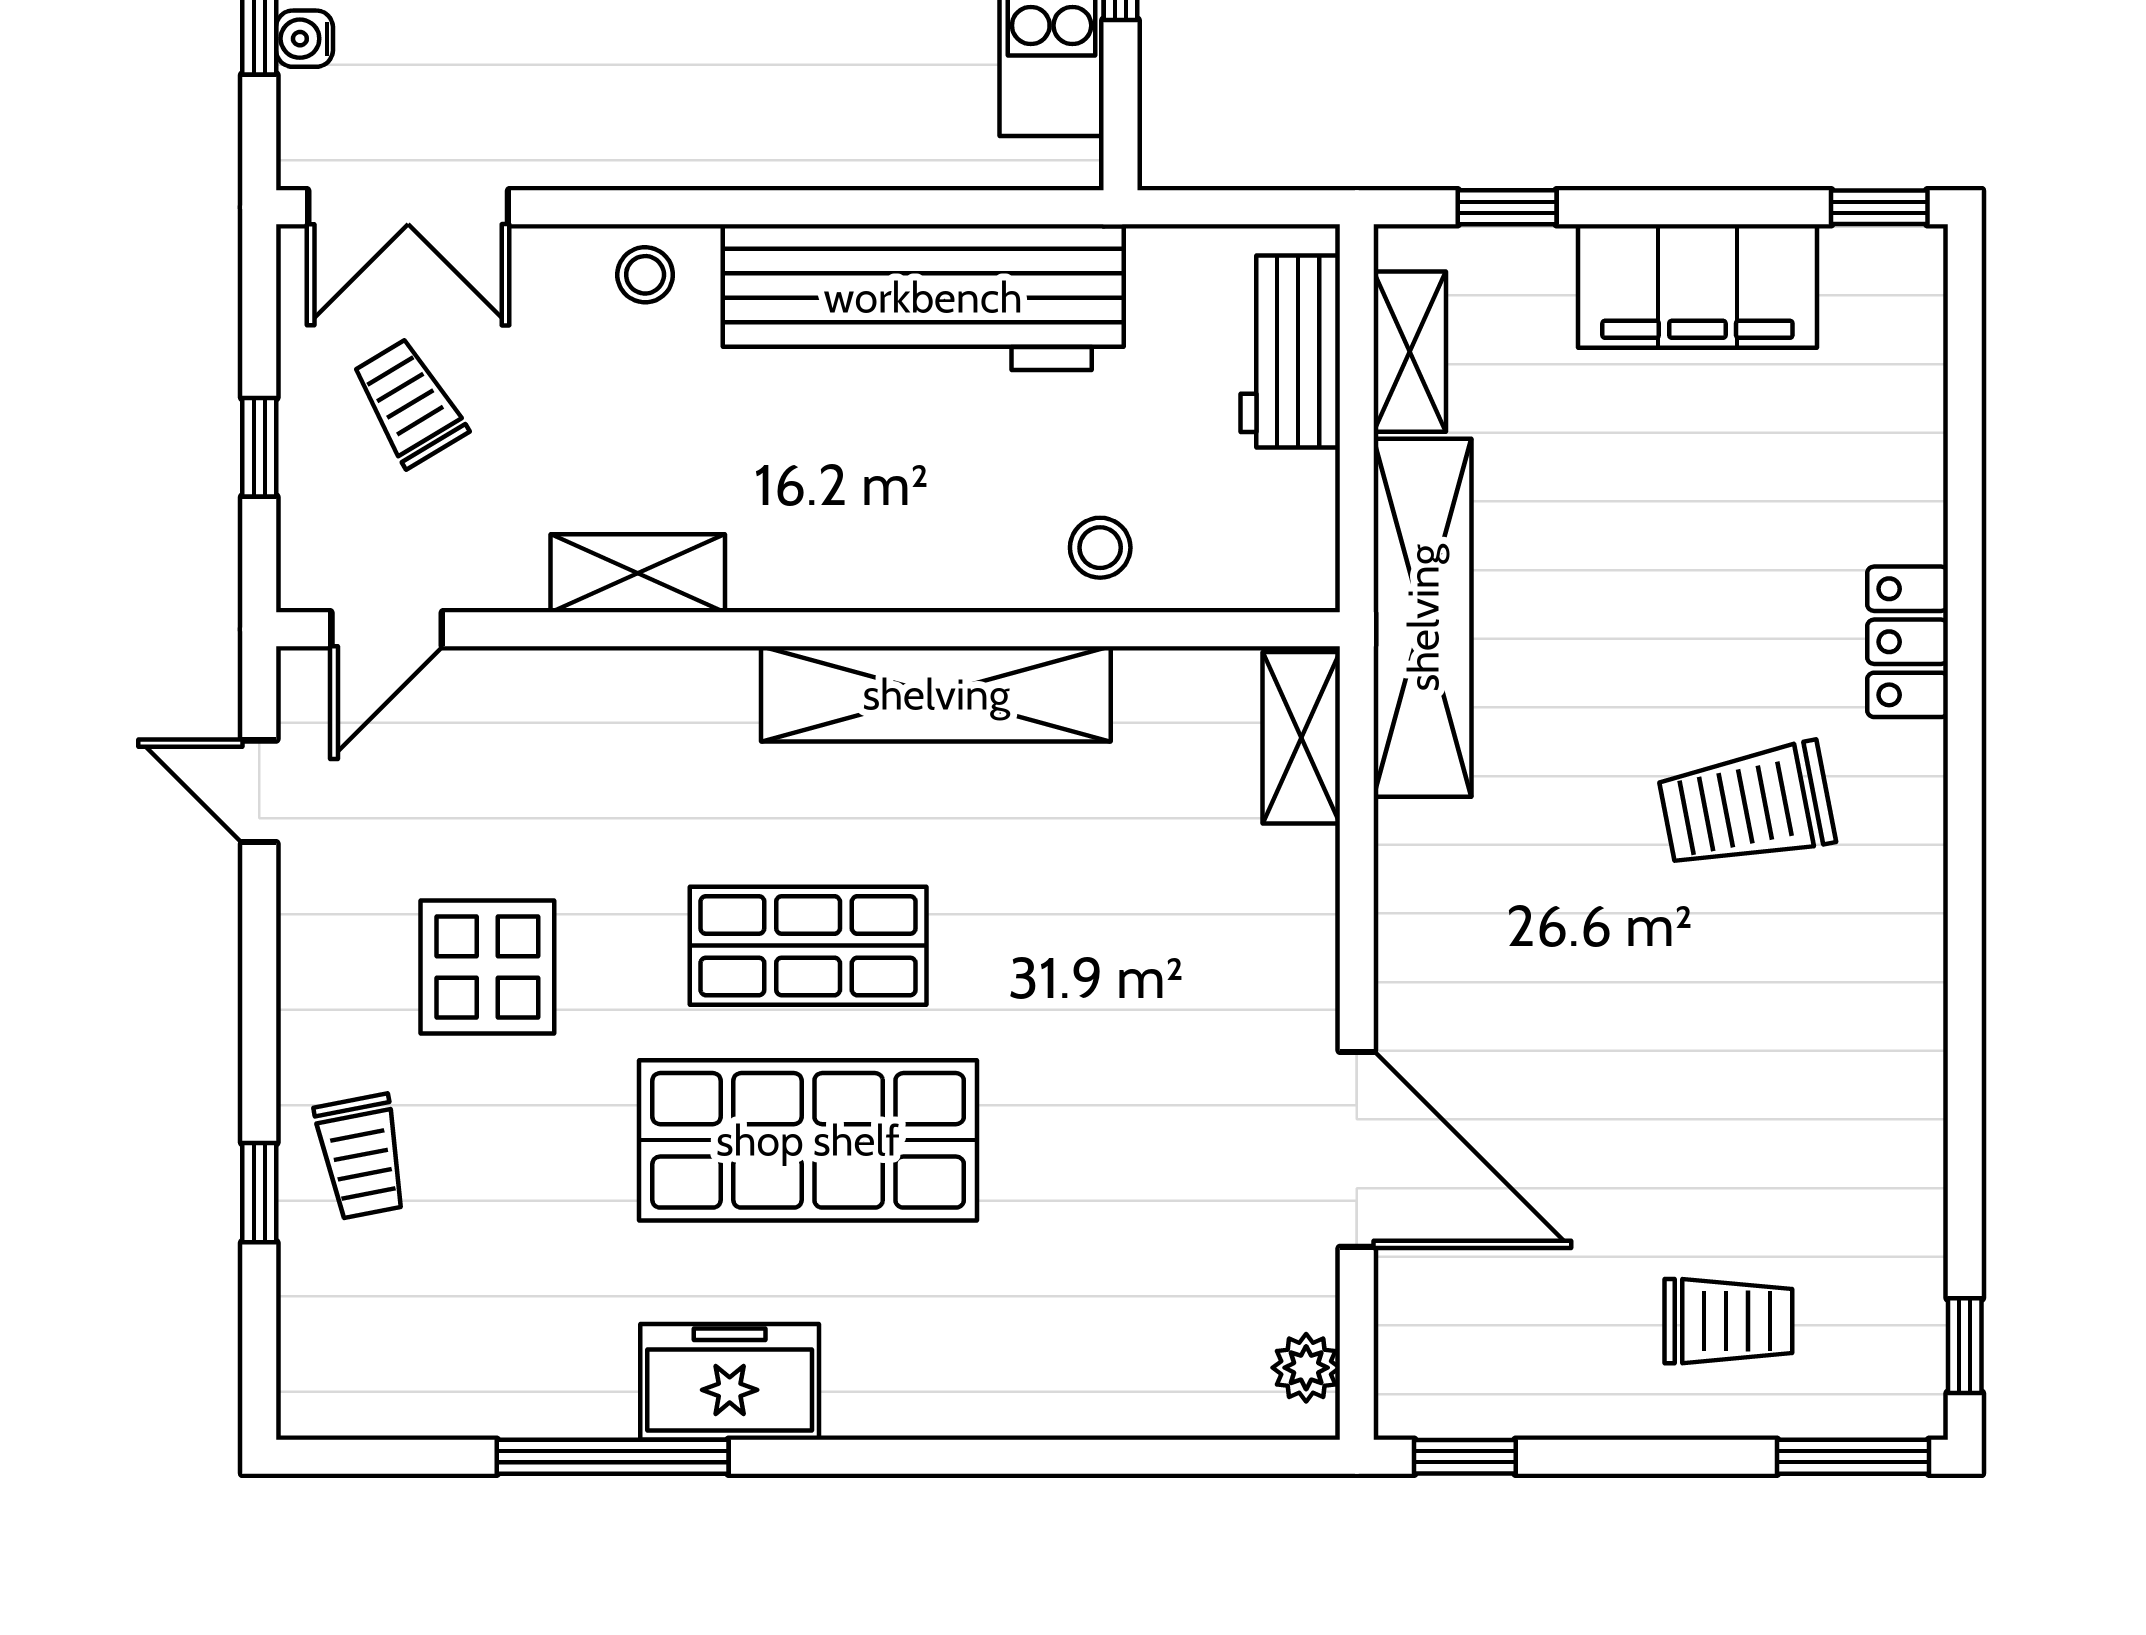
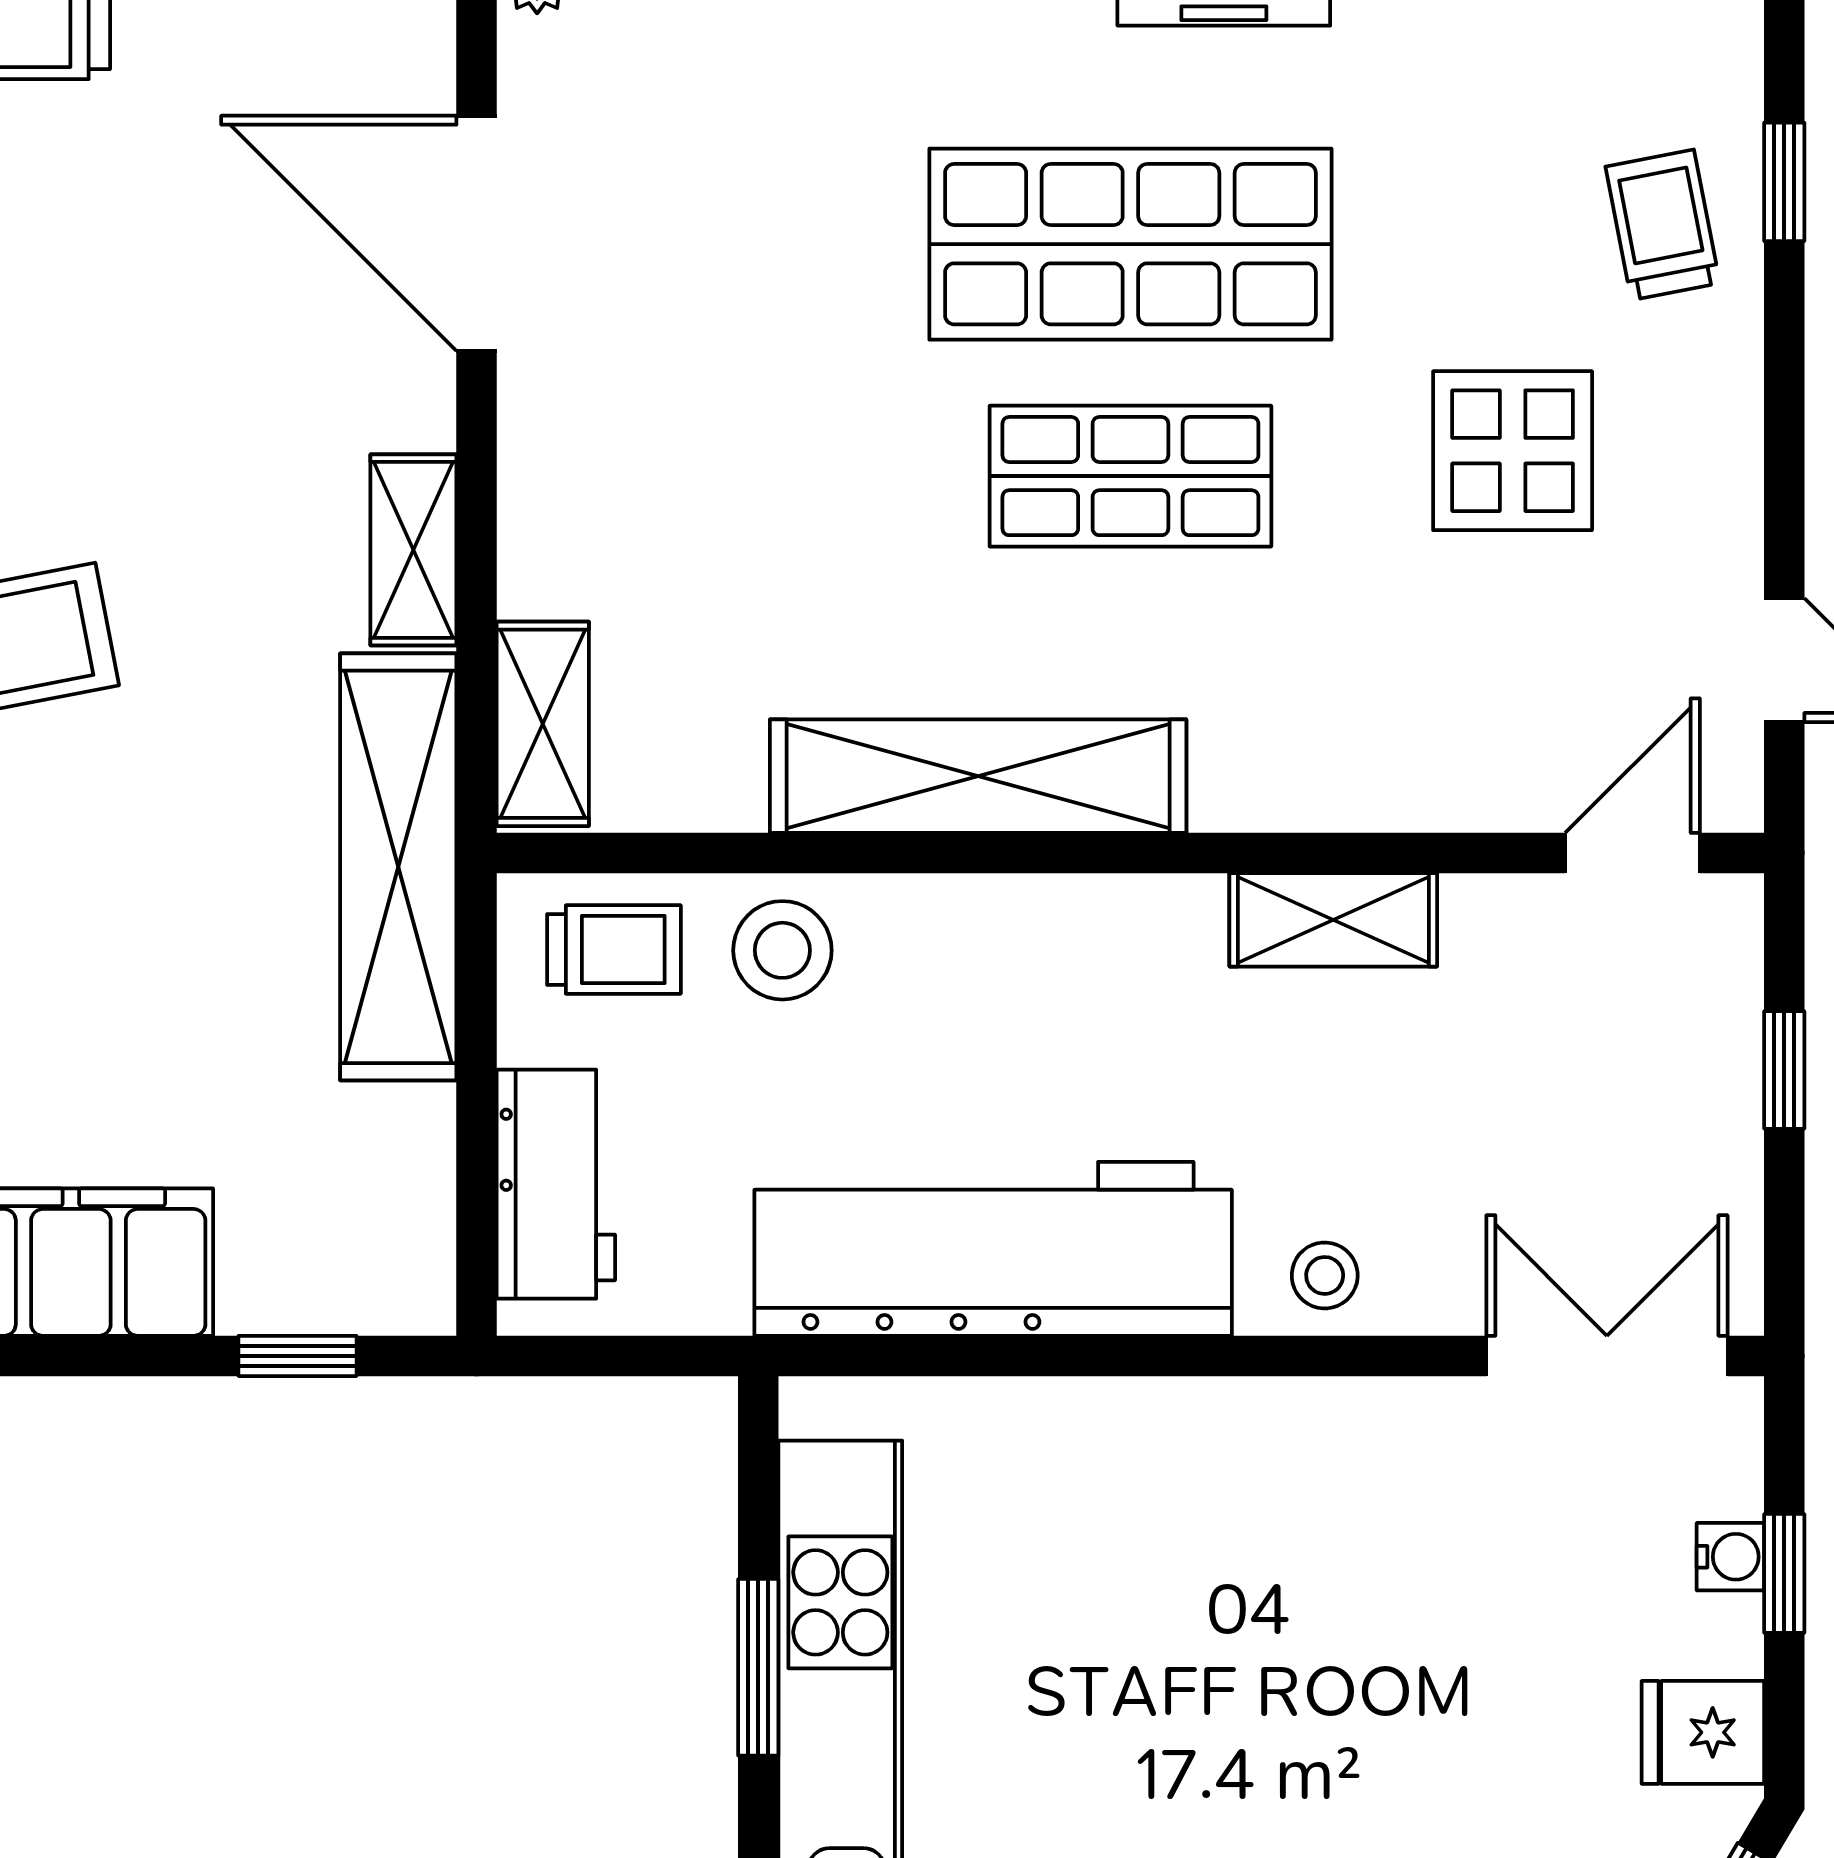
shelving: (1410, 352) -> (413, 550), moved
trolley: (409, 403) -> (614, 950), moved, turned -59
stool: (1100, 548) -> (782, 950), width x1.37, depth x1.37

